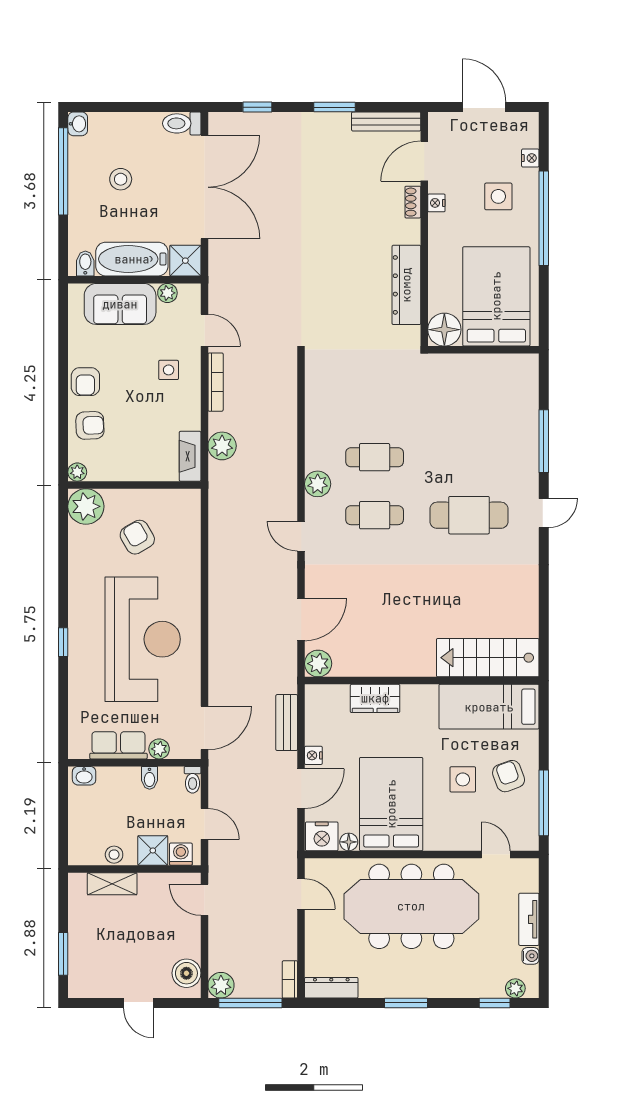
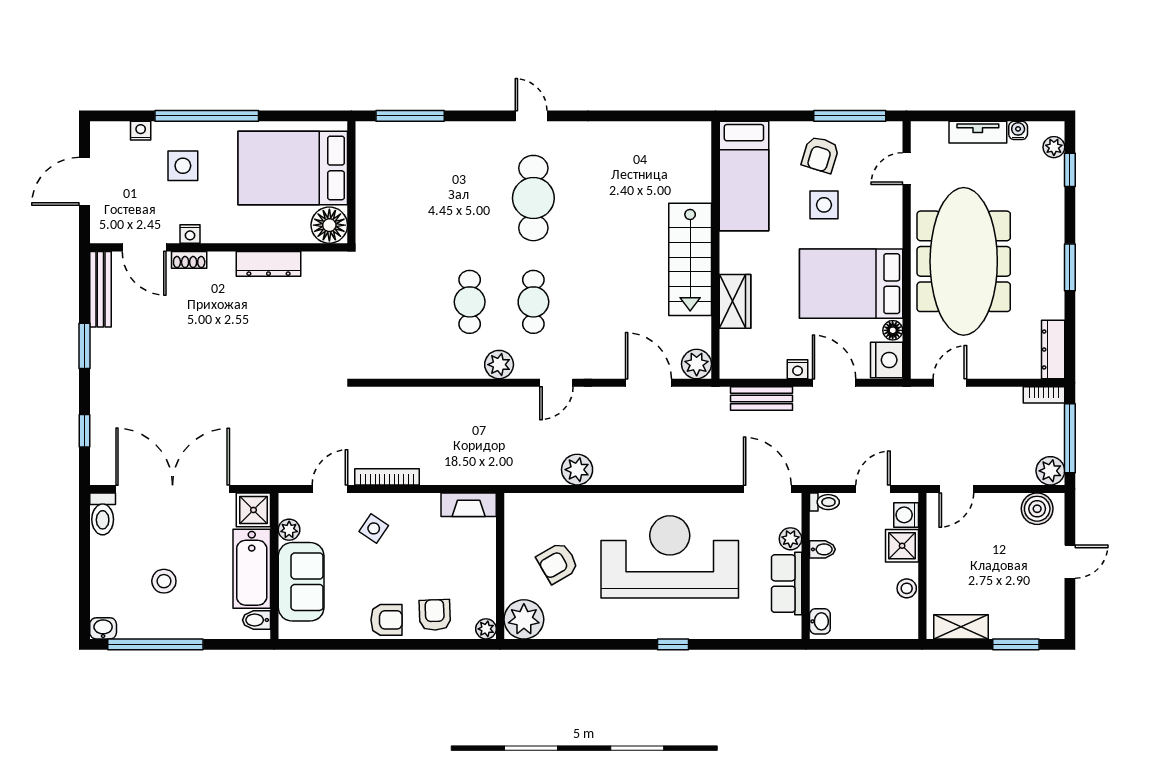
dresser: (406, 285) -> (268, 264), width x0.73, depth x0.80
side table: (169, 370) -> (374, 528), turned 34
window: (544, 441) -> (410, 116), moved
plant: (222, 446) -> (577, 470), moved
stairs: (488, 658) -> (690, 259), moved
armchair: (509, 776) -> (820, 155), turned -53
shelving: (112, 884) -> (961, 627), moved, turned 90

